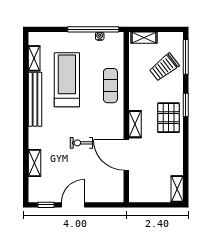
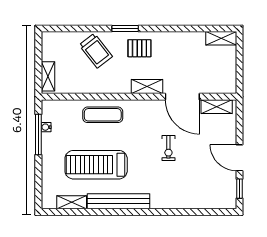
window: (93, 29) -> (38, 134), width x0.68
window: (186, 57) -> (70, 29), removed
trolley: (164, 67) -> (96, 51), moved
pallet: (168, 118) -> (139, 48), width x0.67, depth x0.71
door: (126, 155) -> (182, 97), hinge flipped
shelving: (34, 163) -> (217, 107), moved

